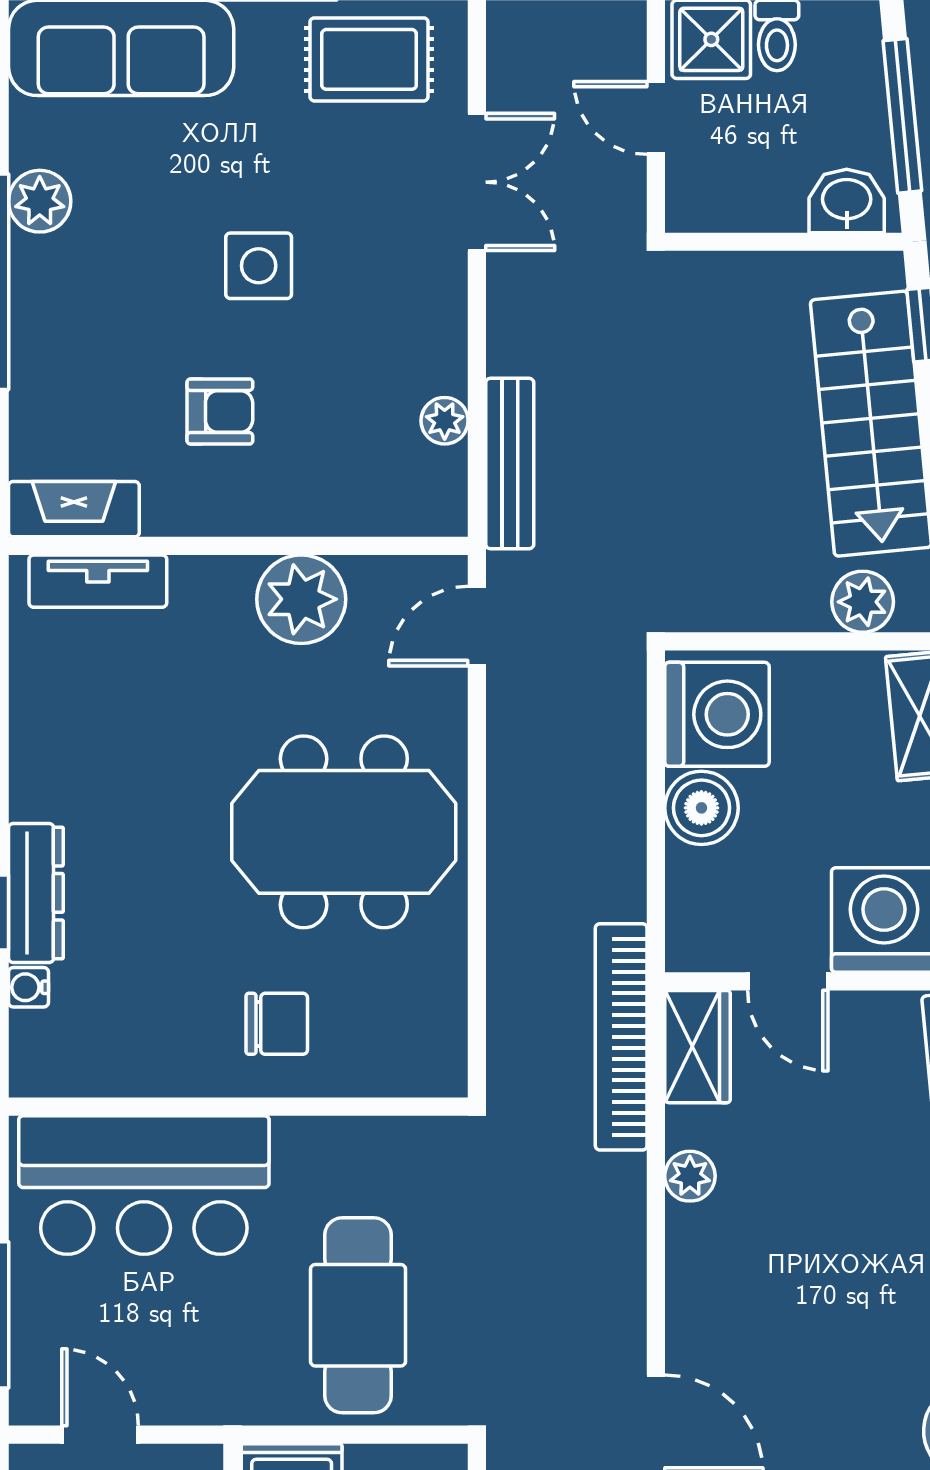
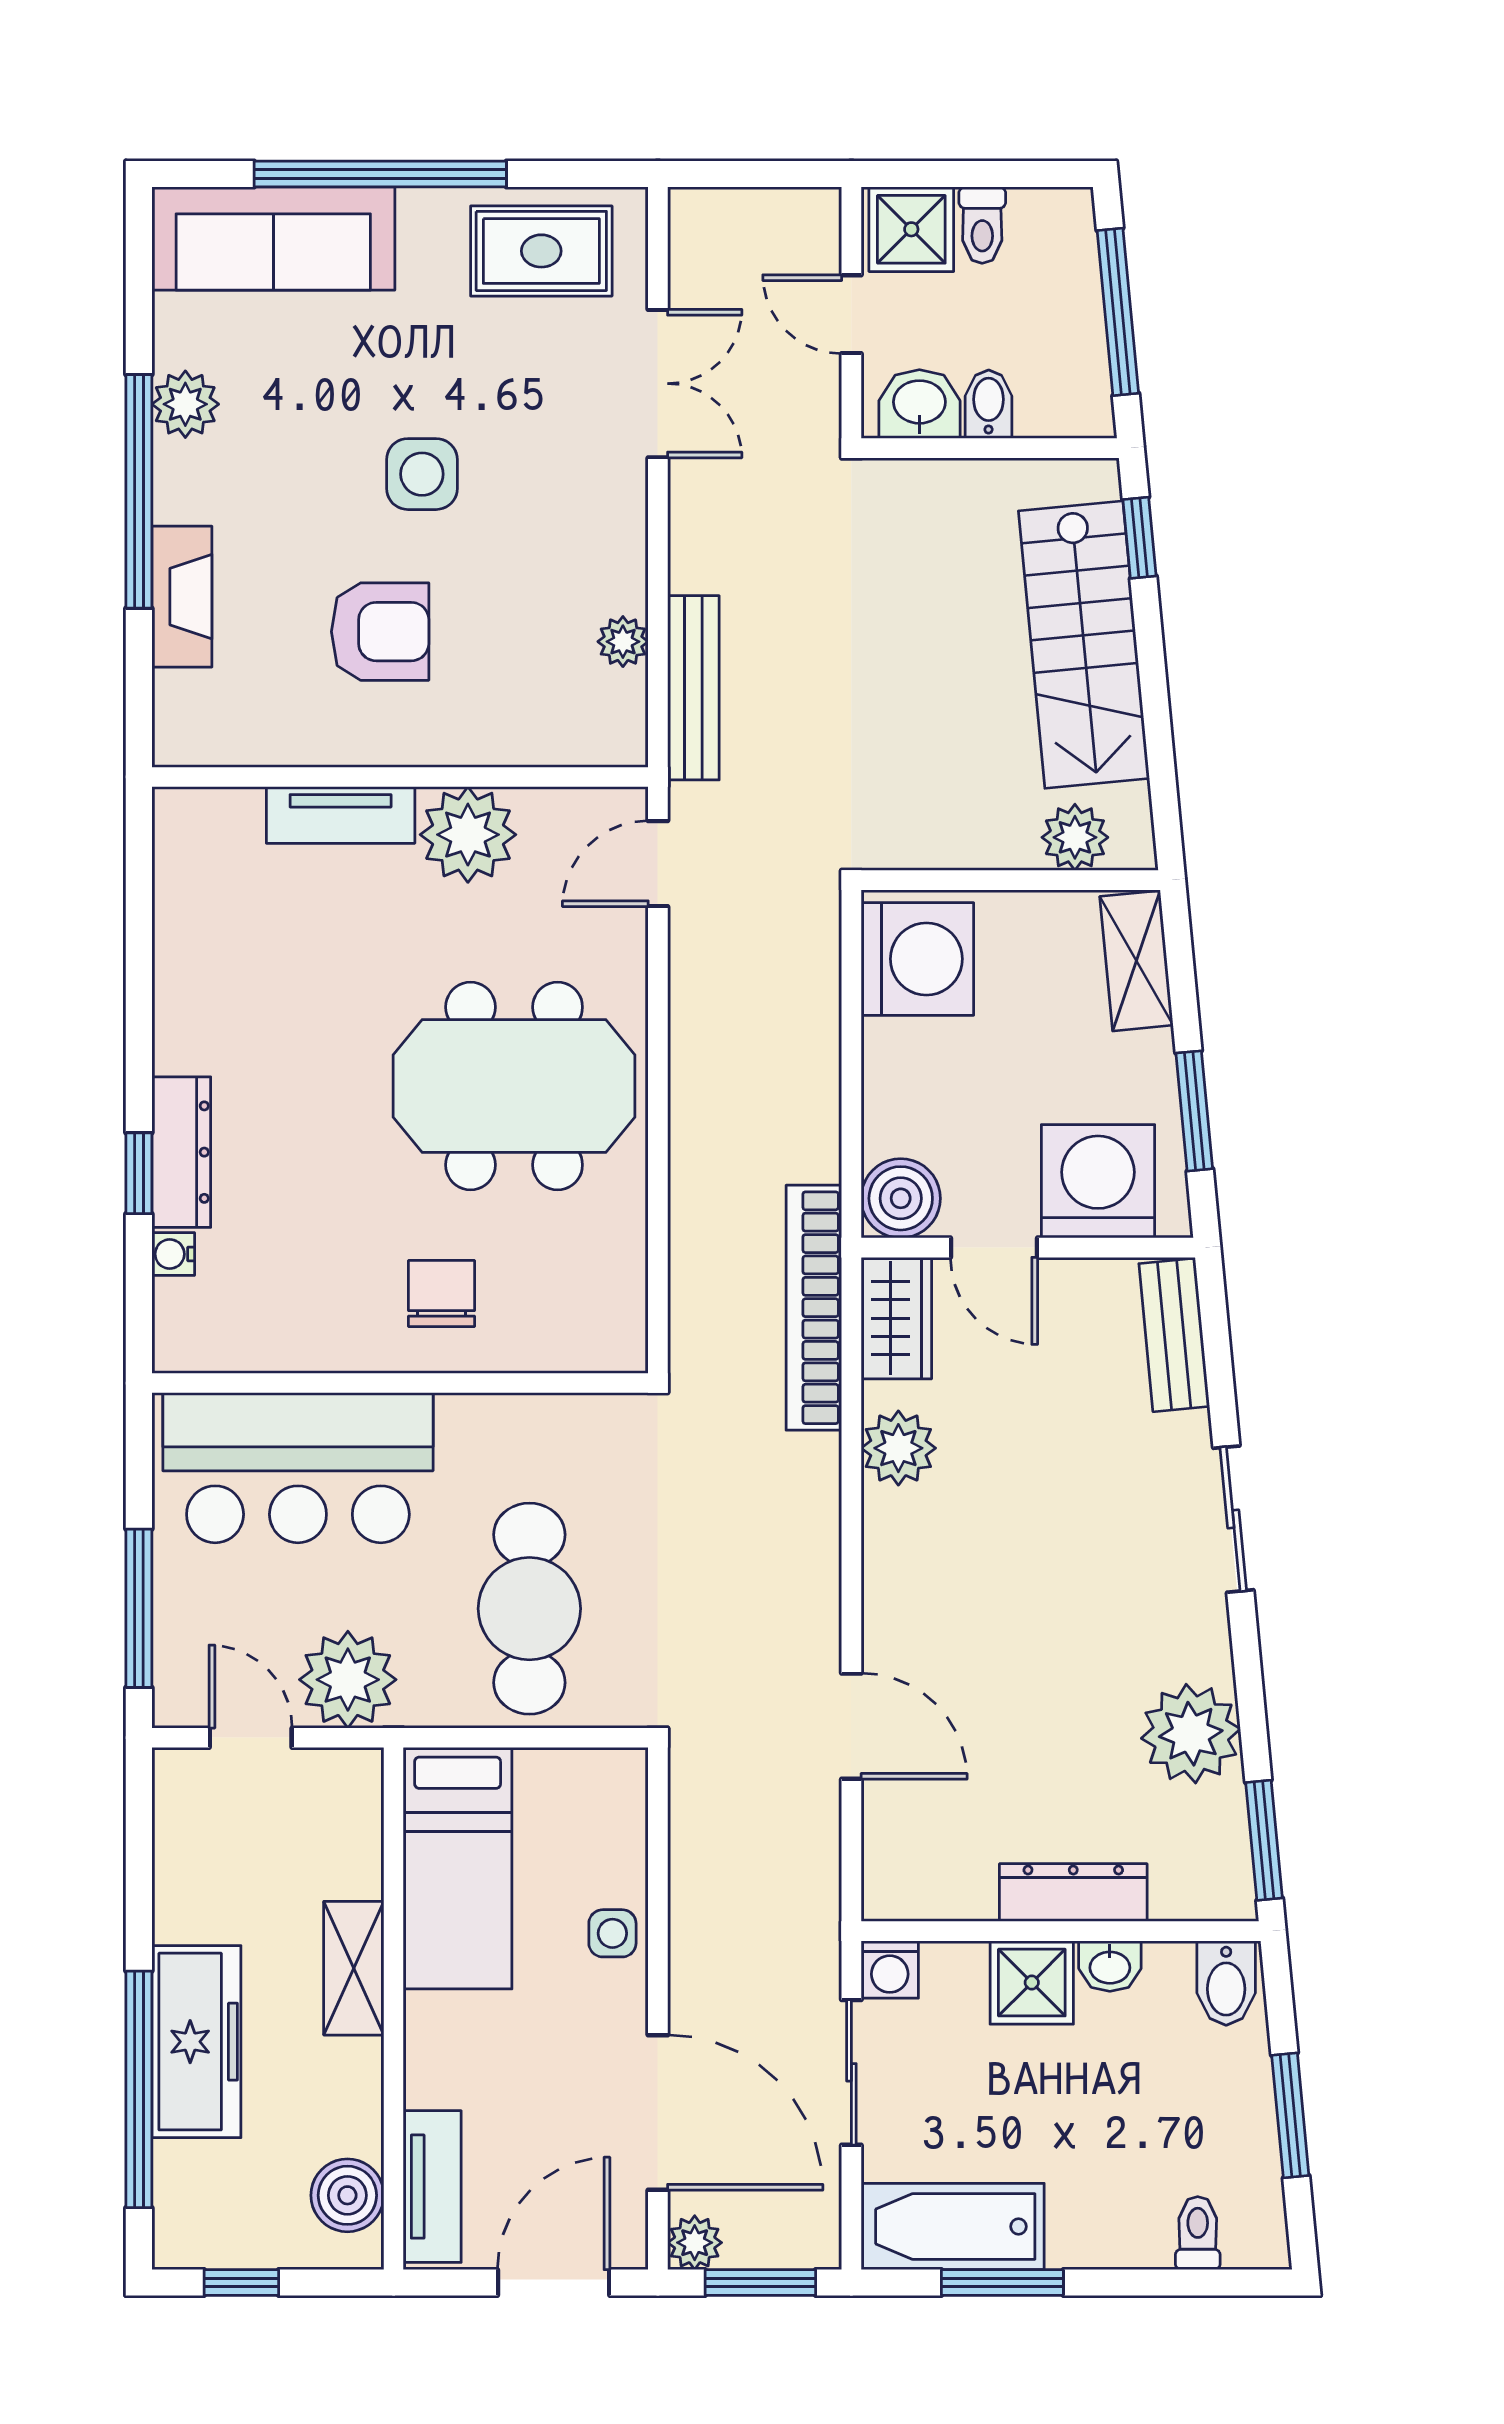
bidet: (783, 201) -> (989, 404), added
washbasin: (847, 201) -> (919, 404), moved
armchair: (220, 411) -> (380, 632), width x1.38, depth x1.38
fireplace: (74, 509) -> (182, 597), moved, turned 90
tv unit: (98, 581) -> (341, 815), moved
boiler: (701, 808) -> (901, 1198), moved
chair: (277, 1024) -> (442, 1293), turned -90
plant: (690, 1176) -> (898, 1448), width x1.38, depth x1.38
plant: (190, 1381) -> (348, 1680), added

